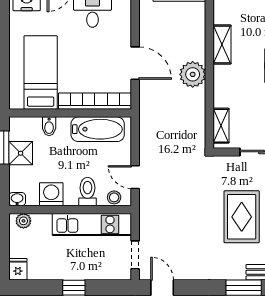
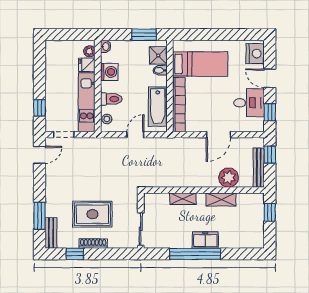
door: (135, 63) -> (218, 135), moved
plant: (193, 74) -> (229, 178), moved
shelving: (221, 126) -> (183, 199), moved
shower: (21, 153) -> (158, 55), moved
door: (135, 177) -> (135, 135), moved
fridge: (18, 269) -> (87, 65), moved, turned 180
window: (74, 288) -> (39, 108), moved

